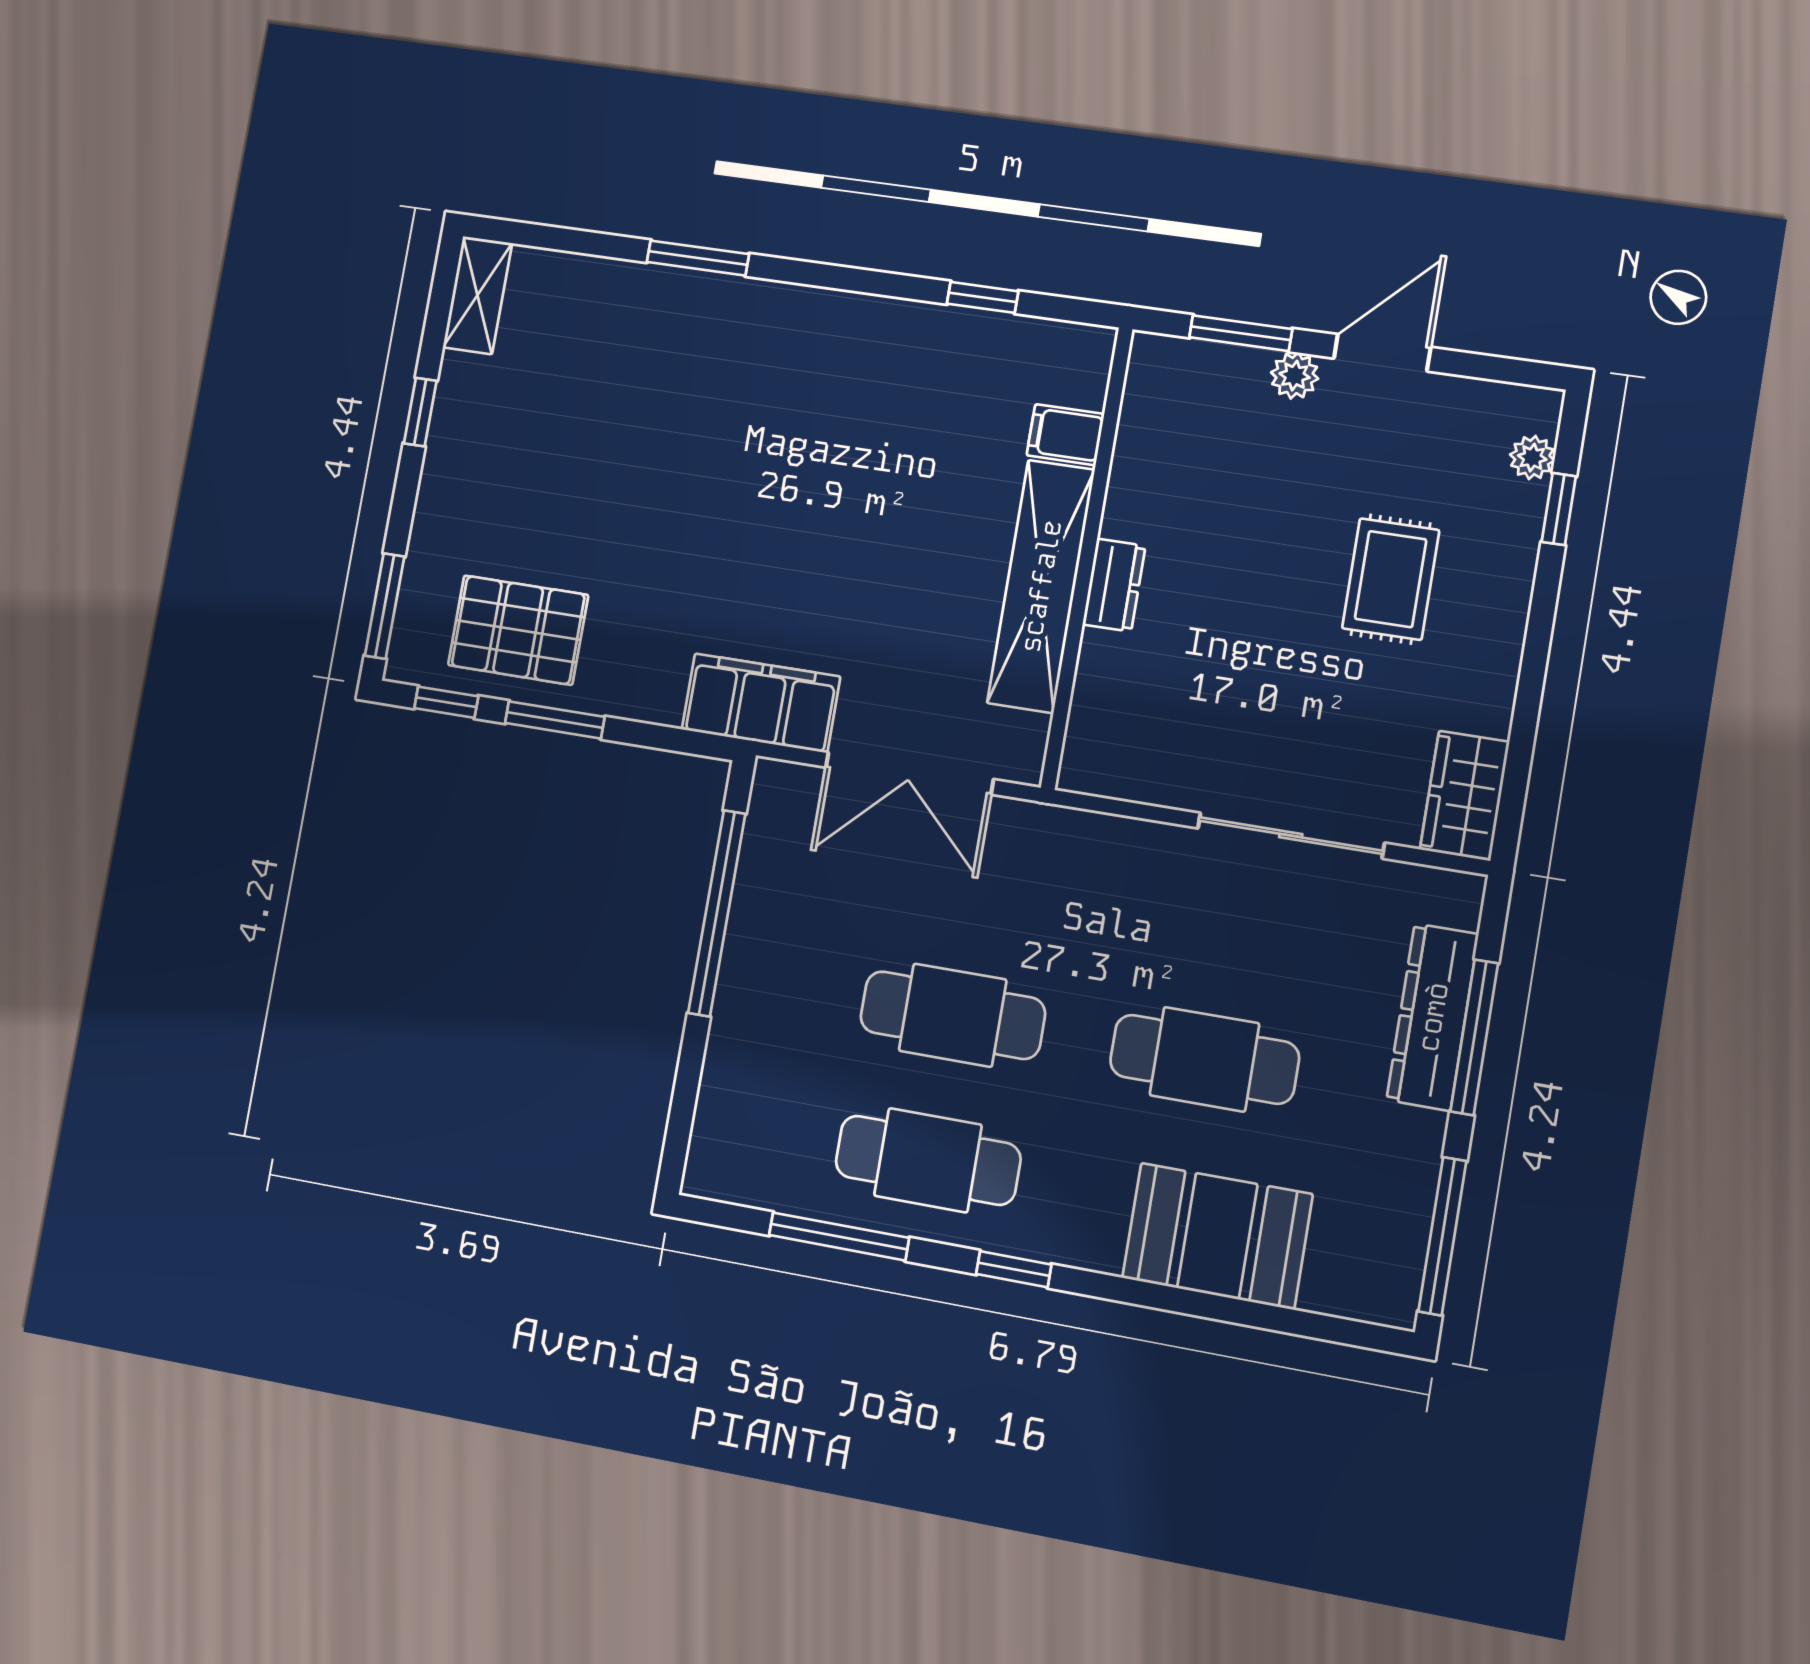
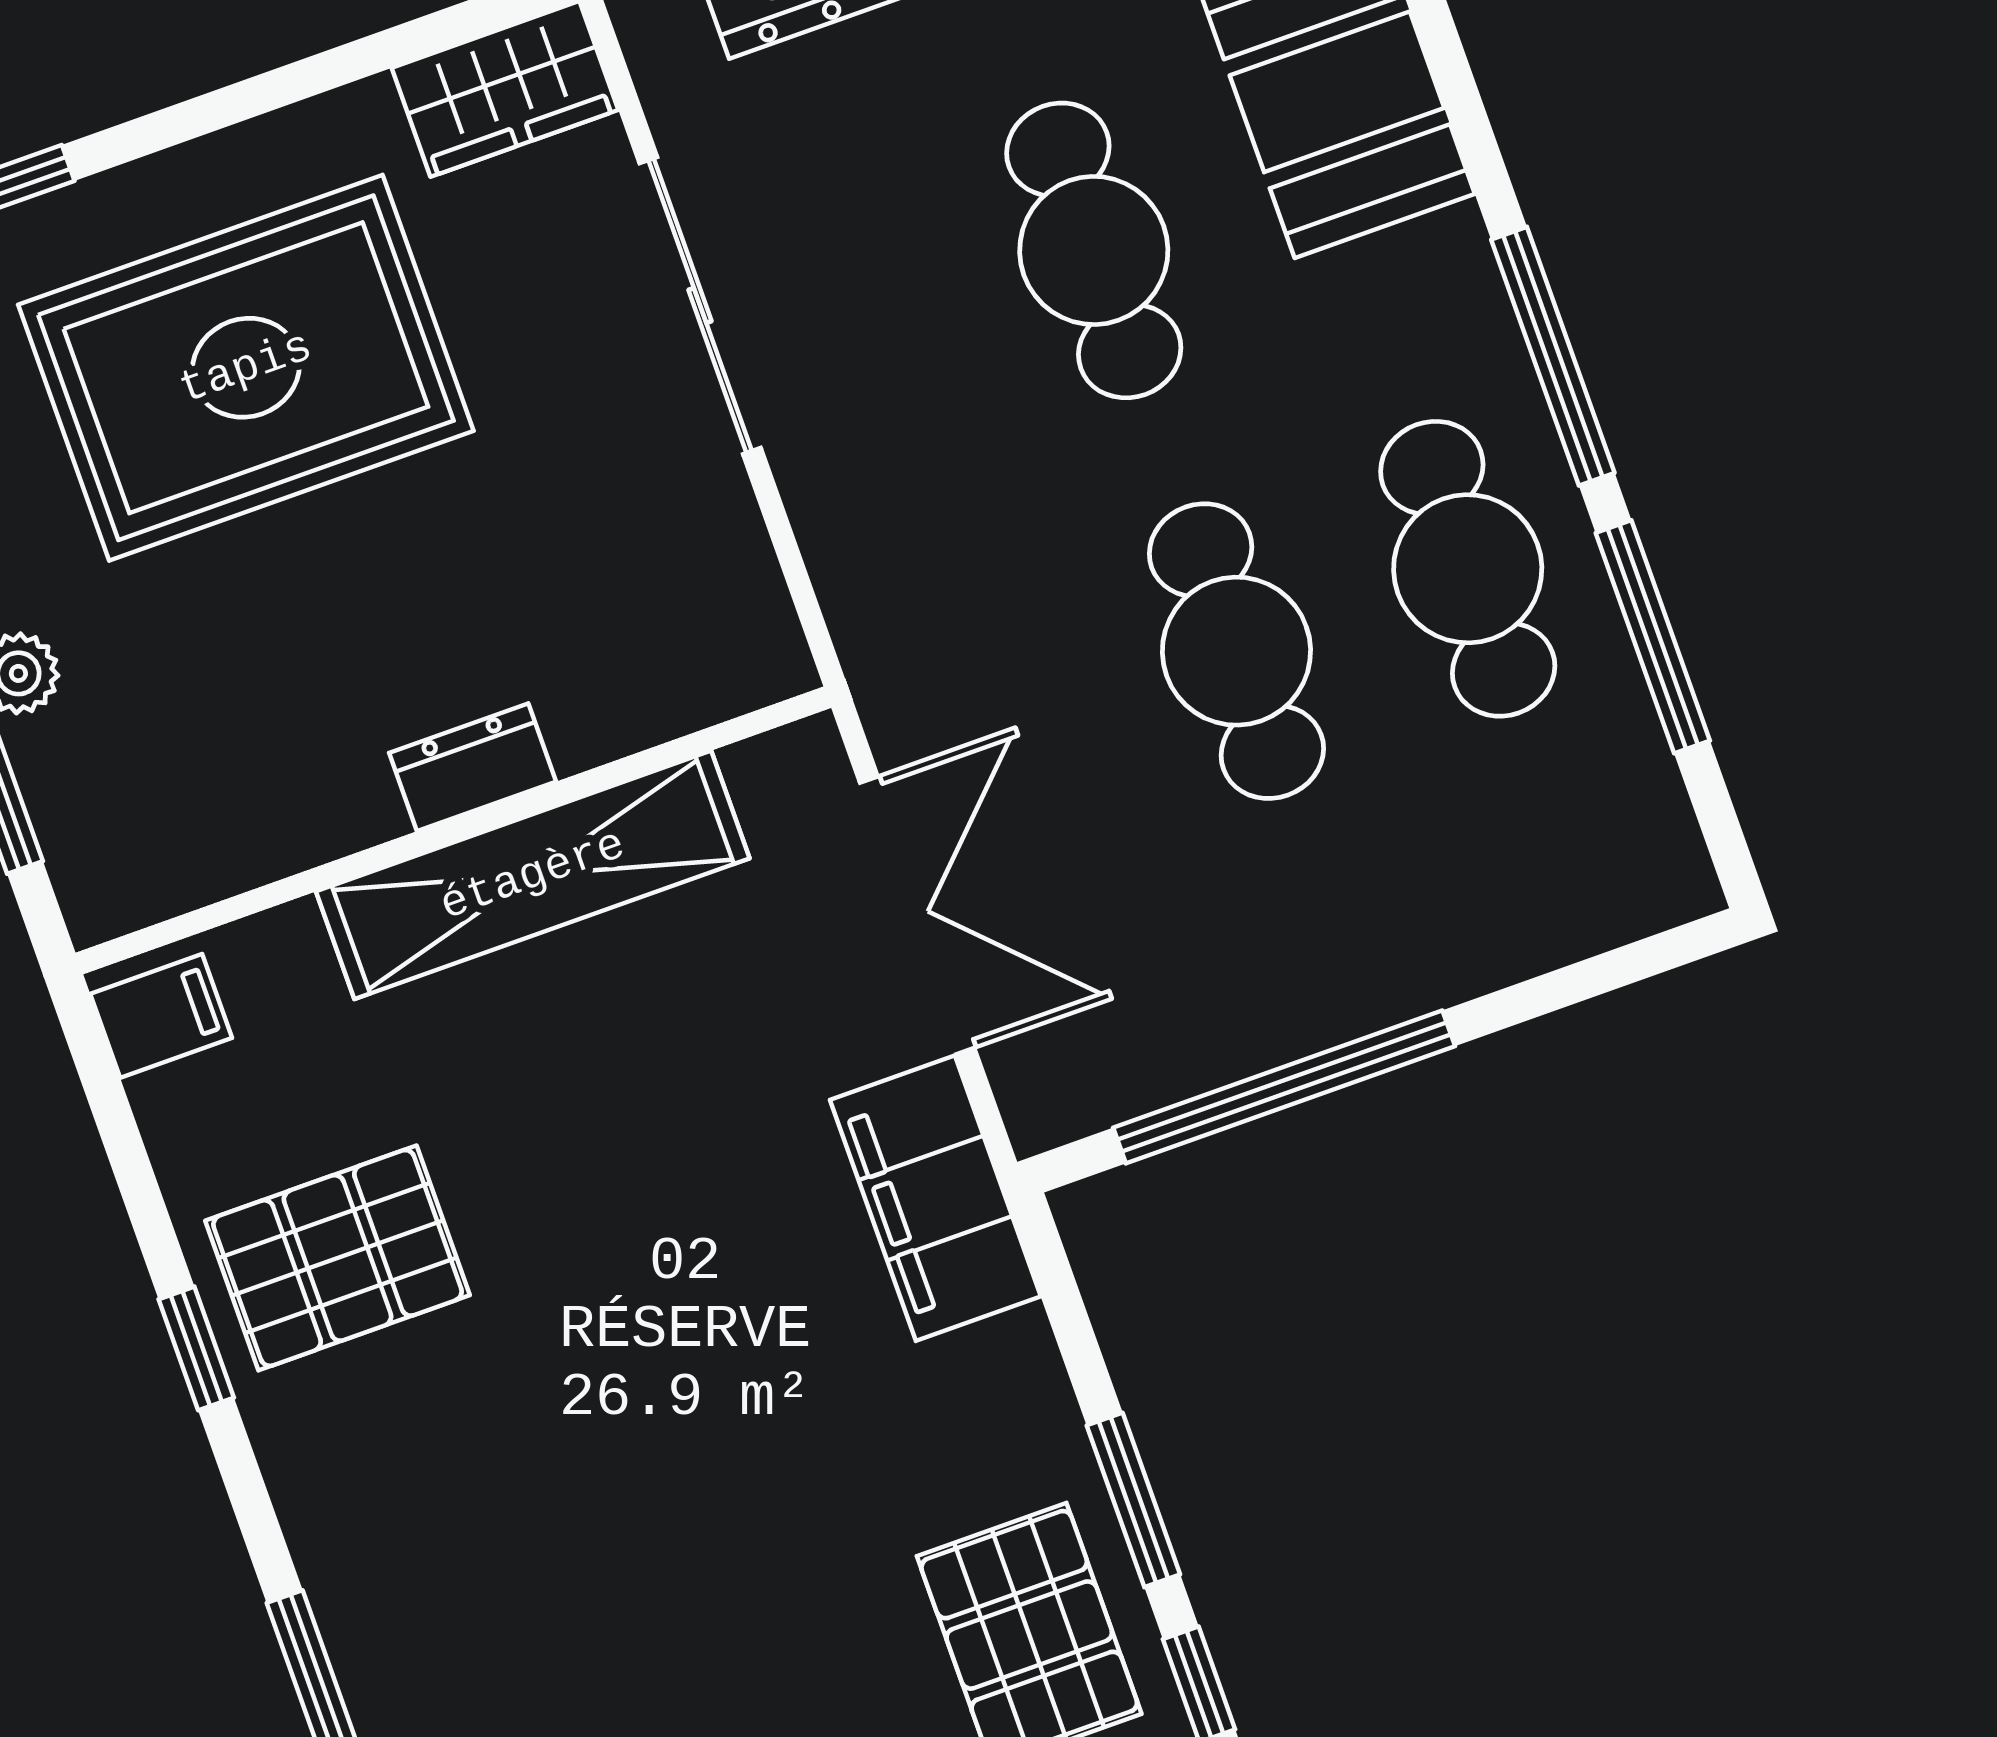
window: (983, 297) -> (196, 1348), moved
pallet: (901, 381) -> (337, 1258), added
filing cabinet: (1065, 435) -> (161, 1016), moved, turned -90
rug: (1391, 579) -> (246, 368), width x1.86, depth x2.06
window: (1014, 1269) -> (1553, 356), width x2.17

